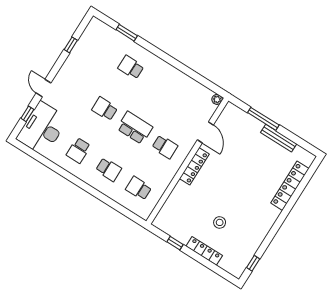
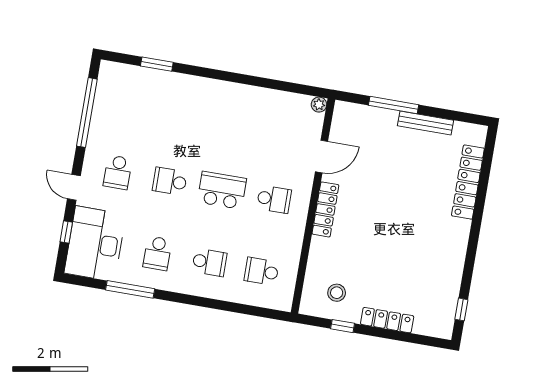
window: (71, 45) -> (87, 113), width x3.17
school desk: (131, 67) -> (118, 172), moved, turned -90
door: (205, 132) -> (322, 157), hinge flipped
window: (52, 166) -> (130, 289), added
stool: (220, 222) -> (337, 293), moved

